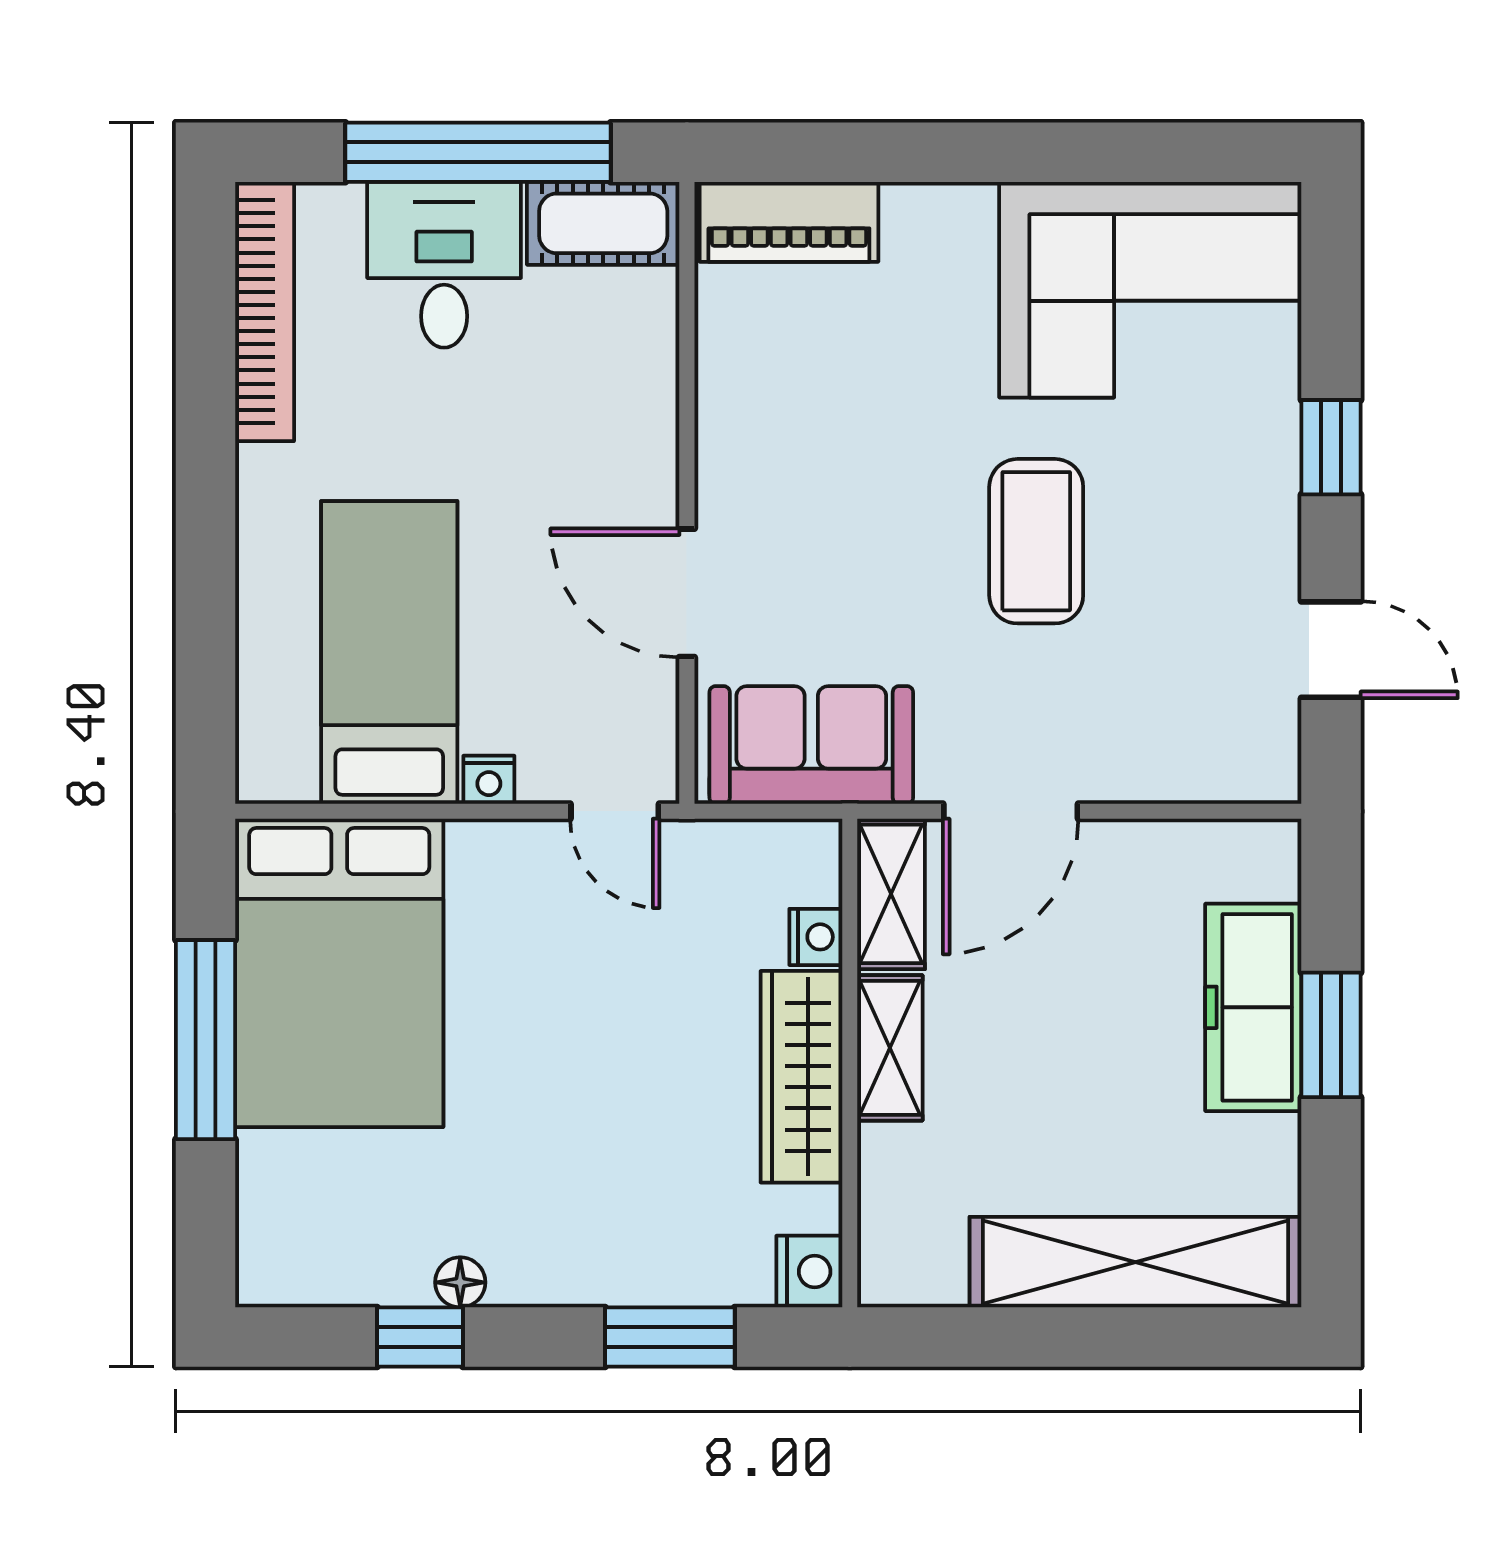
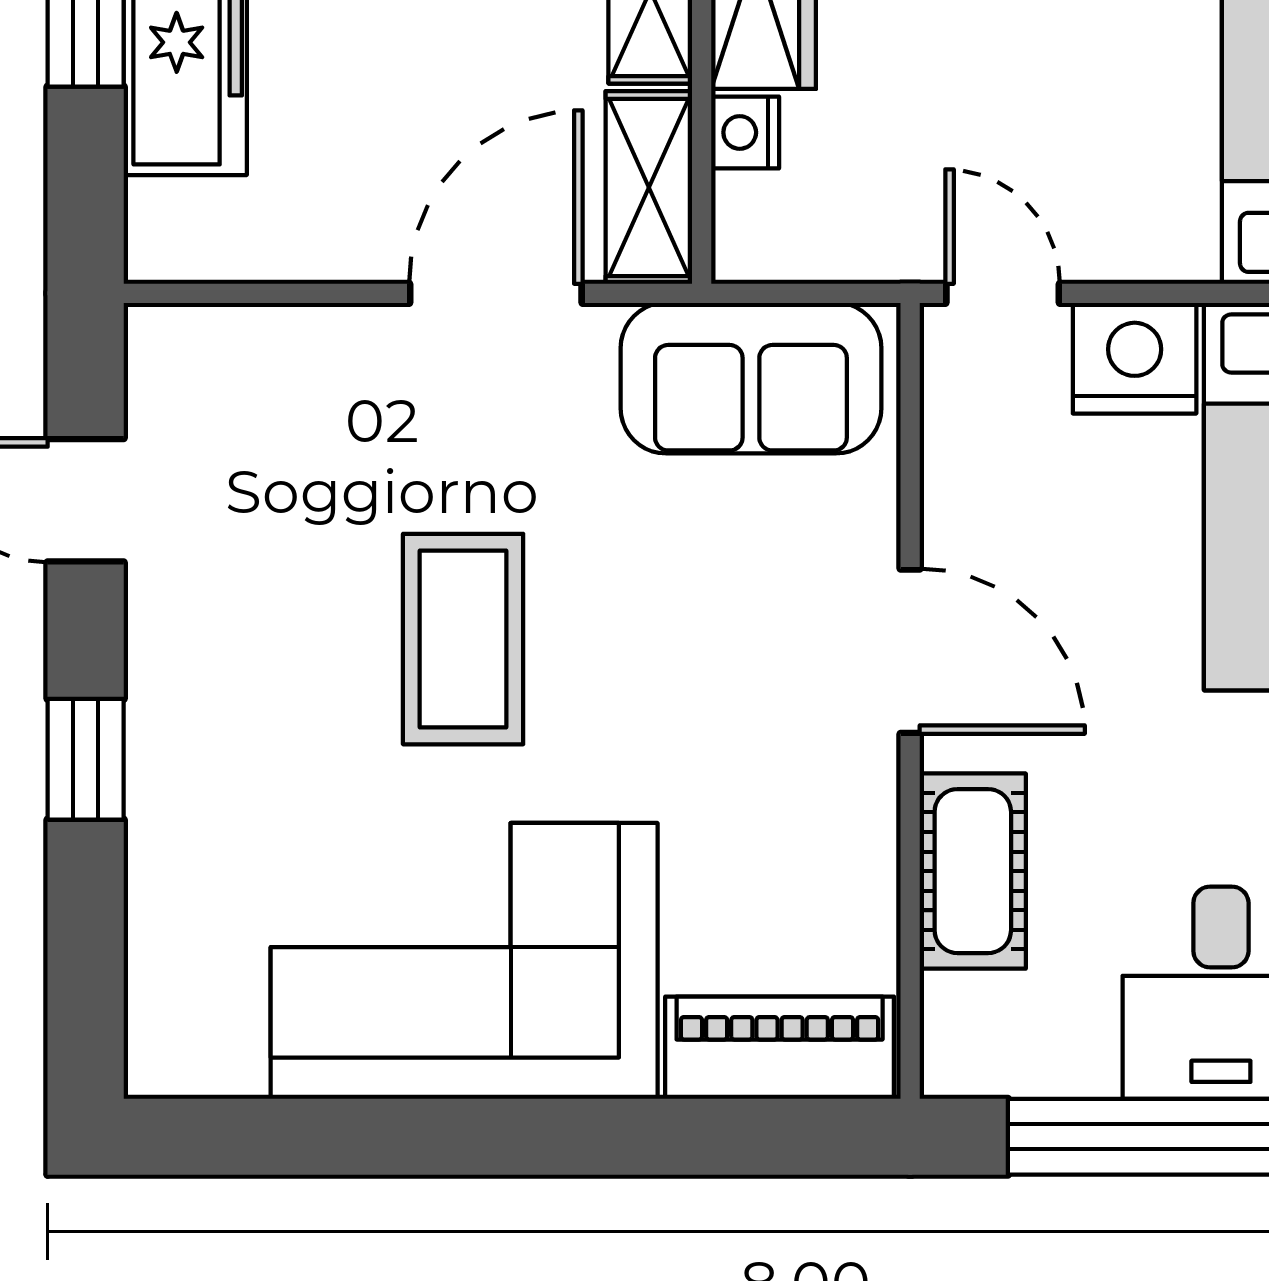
cot: (603, 223) -> (973, 871), moved, turned 90
corner sofa: (1150, 290) -> (464, 961), moved
door: (687, 593) -> (910, 651), moved
nightstand: (489, 780) -> (1135, 358), width x1.89, depth x1.79

